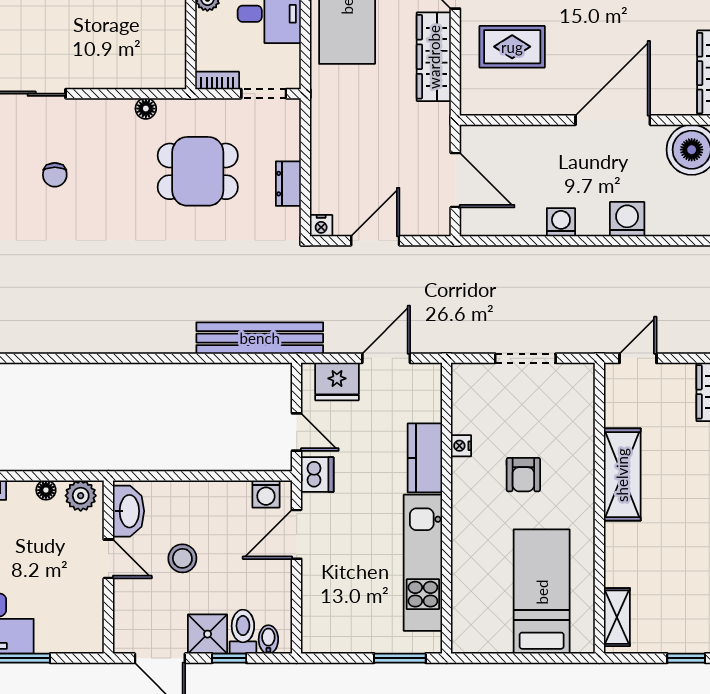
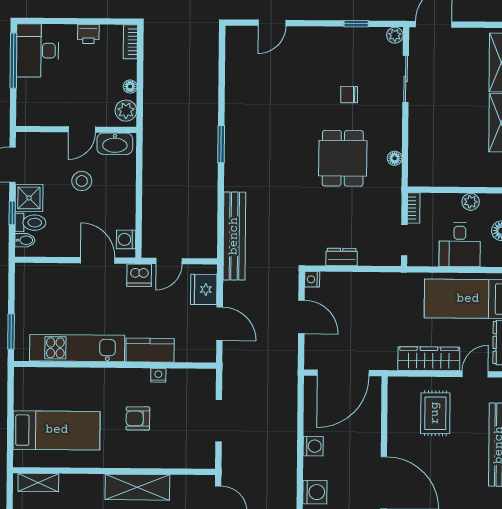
dining table: (198, 171) -> (343, 158), moved
door: (455, 180) -> (343, 373), width x1.36
window: (128, 358) -> (221, 144), added

